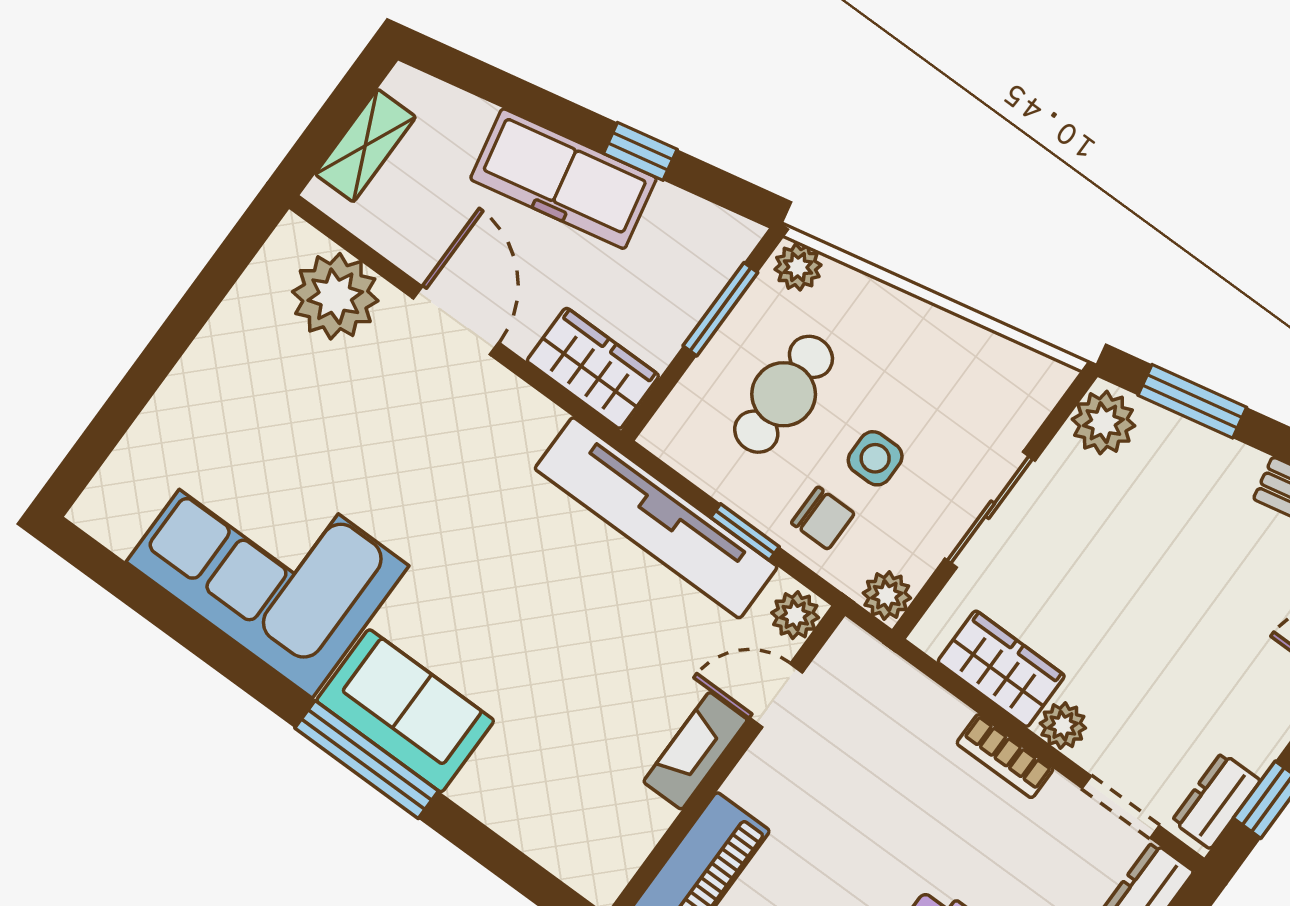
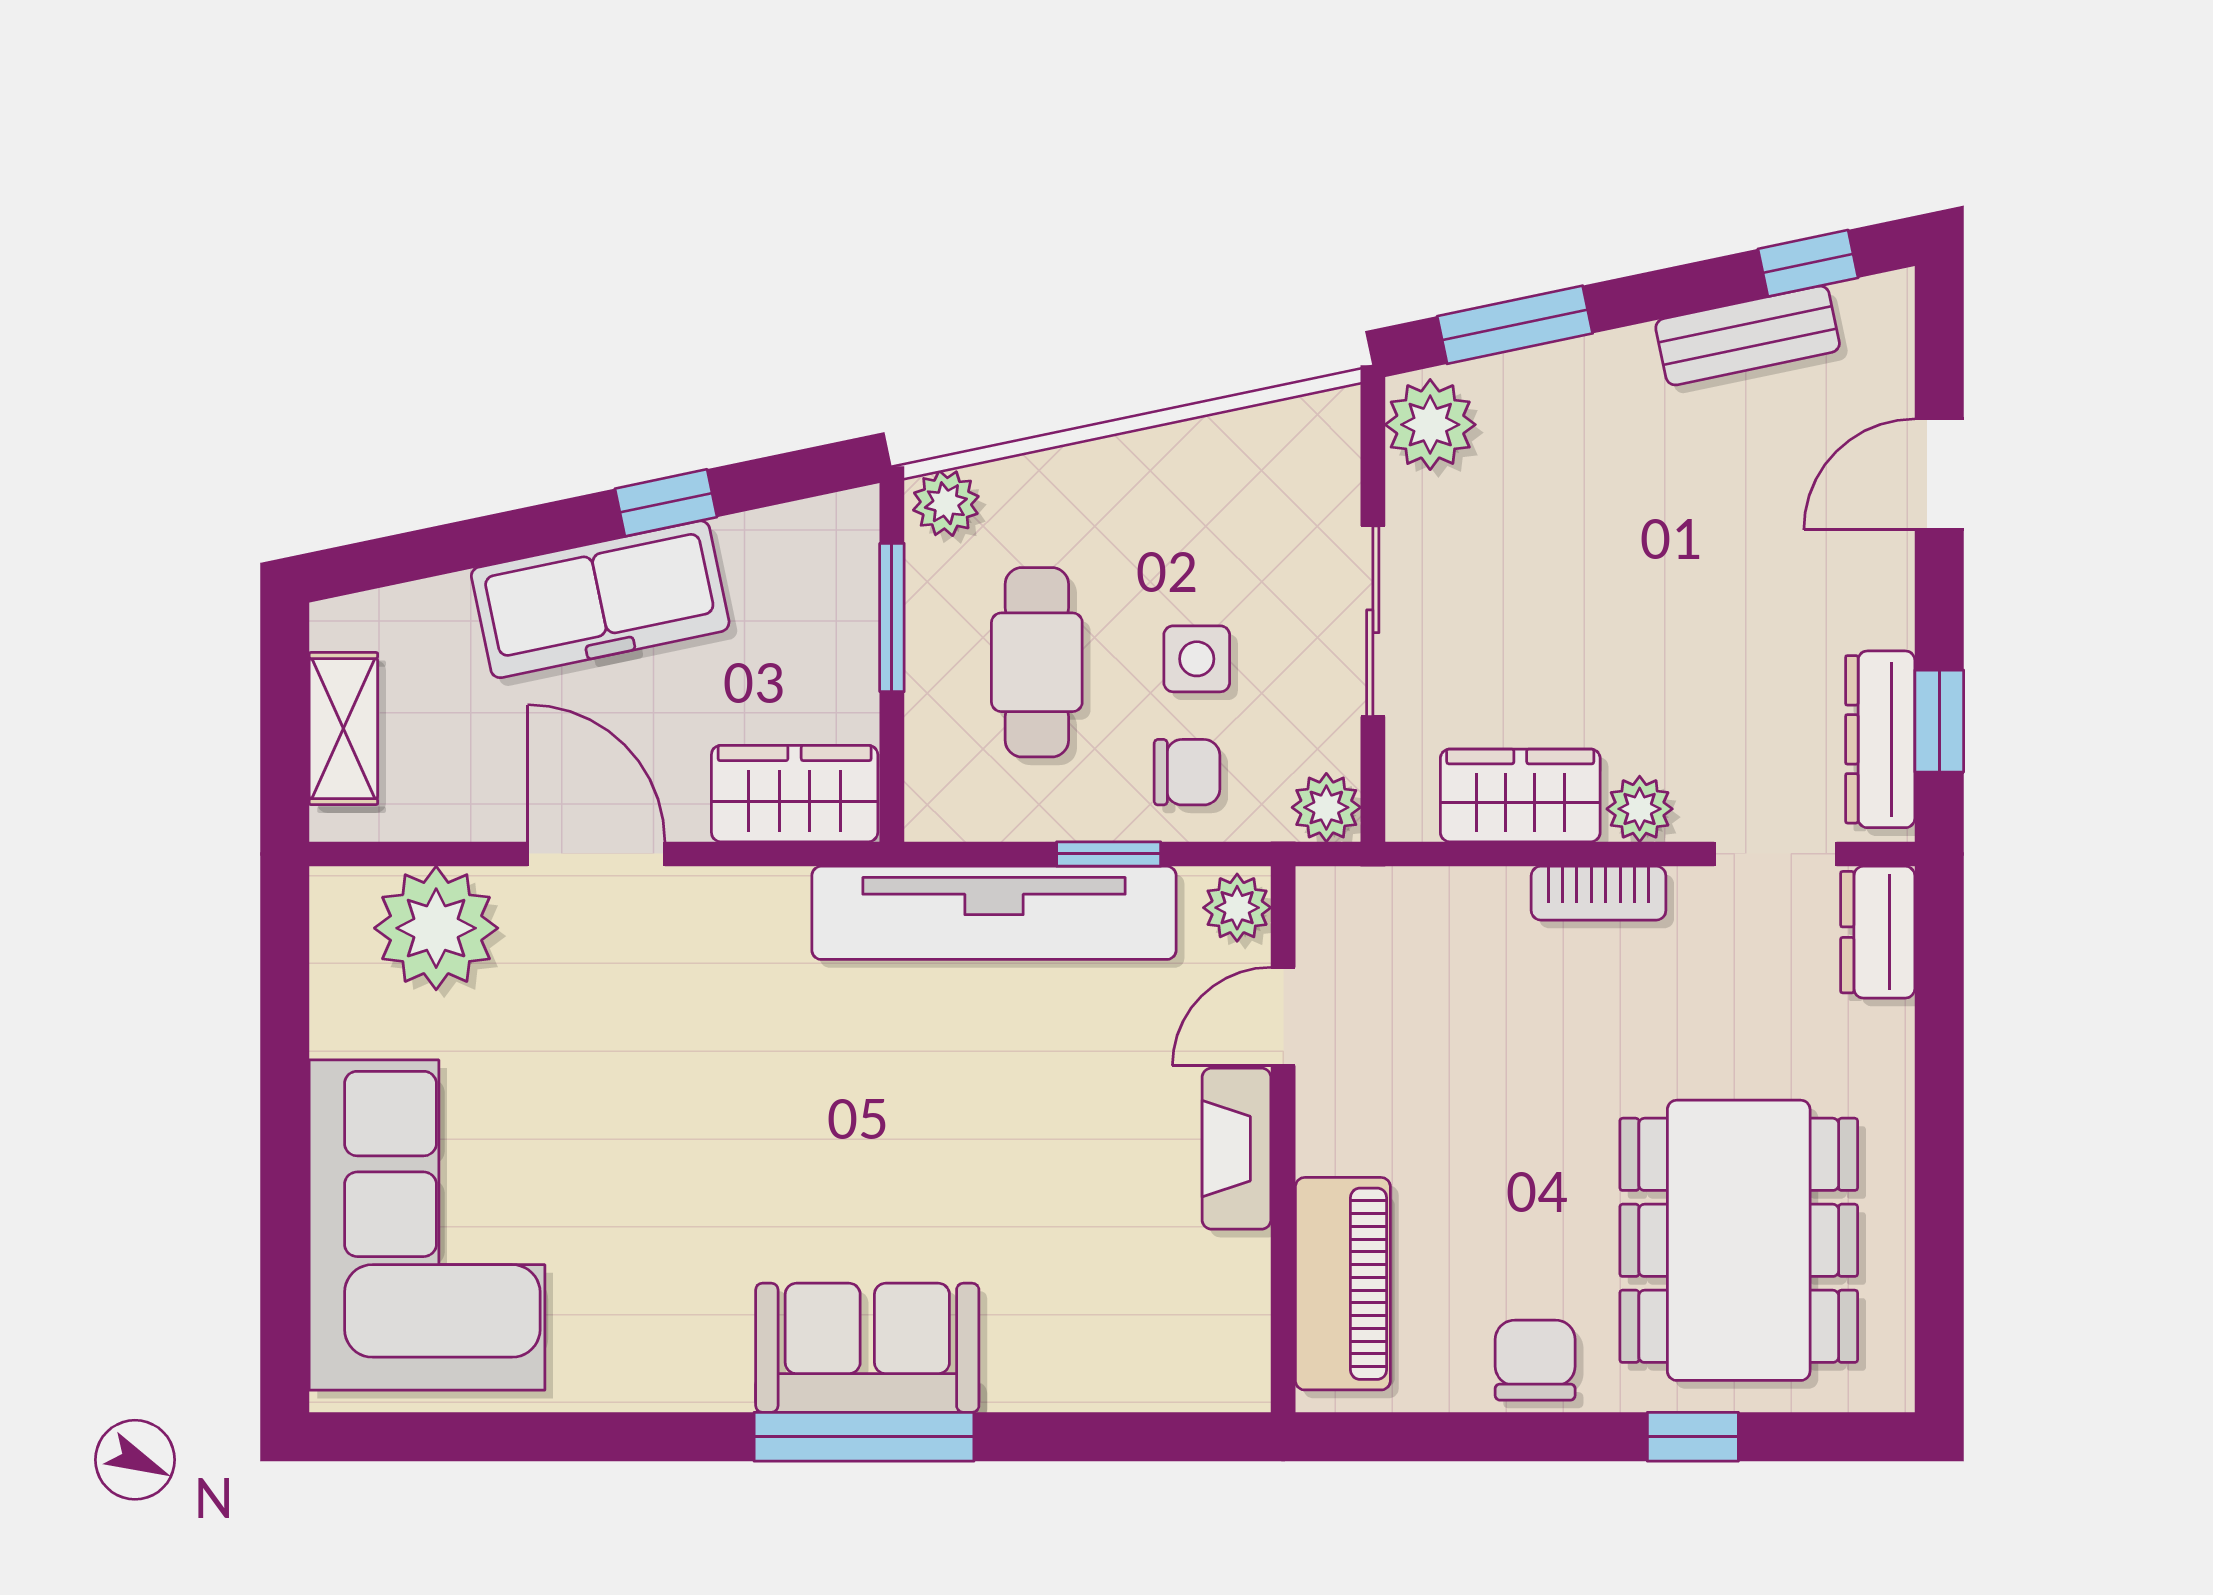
corner sofa: (268, 564) -> (427, 1225), moved, turned 90
dresser: (1216, 801) -> (1880, 739), width x1.44

